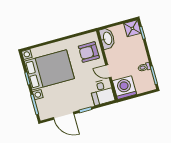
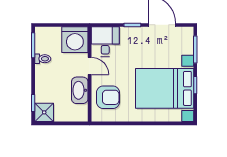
washbasin: (107, 38) -> (80, 90), moved

